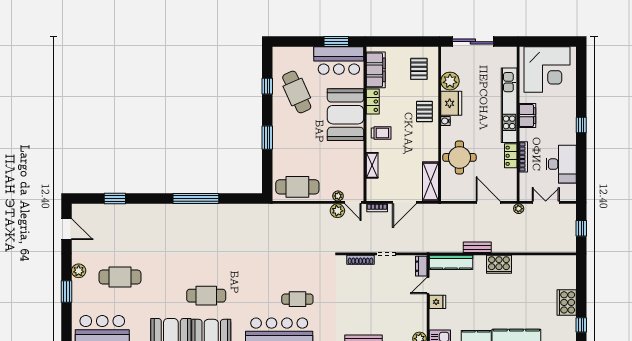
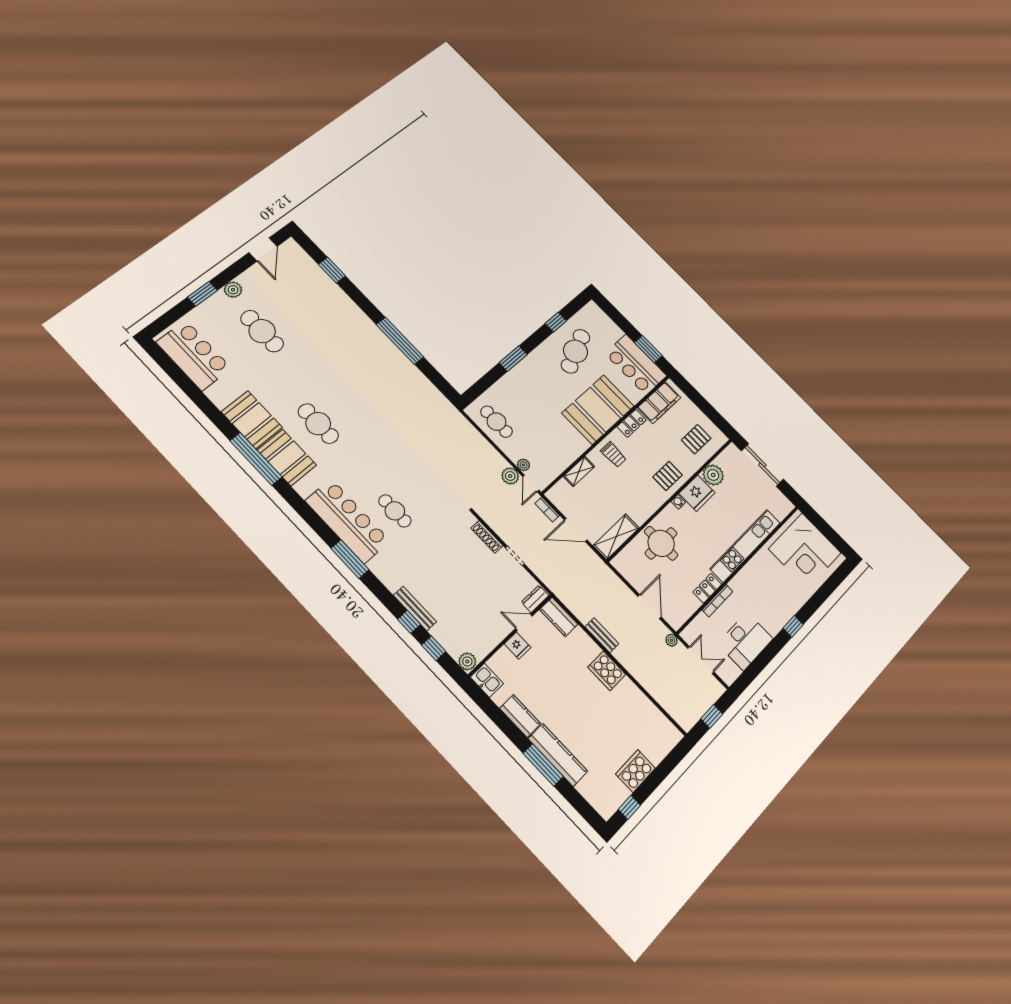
filing cabinet: (528, 116) -> (753, 570), removed
cafe table: (297, 187) -> (496, 422), width x0.73, depth x0.74
kitchen counter: (451, 262) -> (559, 617), width x0.67

